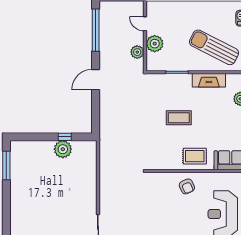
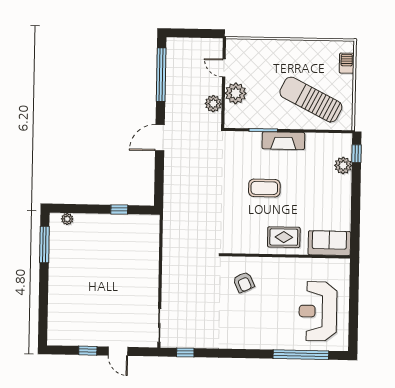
fireplace: (209, 80) -> (283, 141), moved
plant: (63, 149) -> (67, 219), moved, width x0.53, depth x0.53
armchair: (187, 186) -> (244, 282), moved

